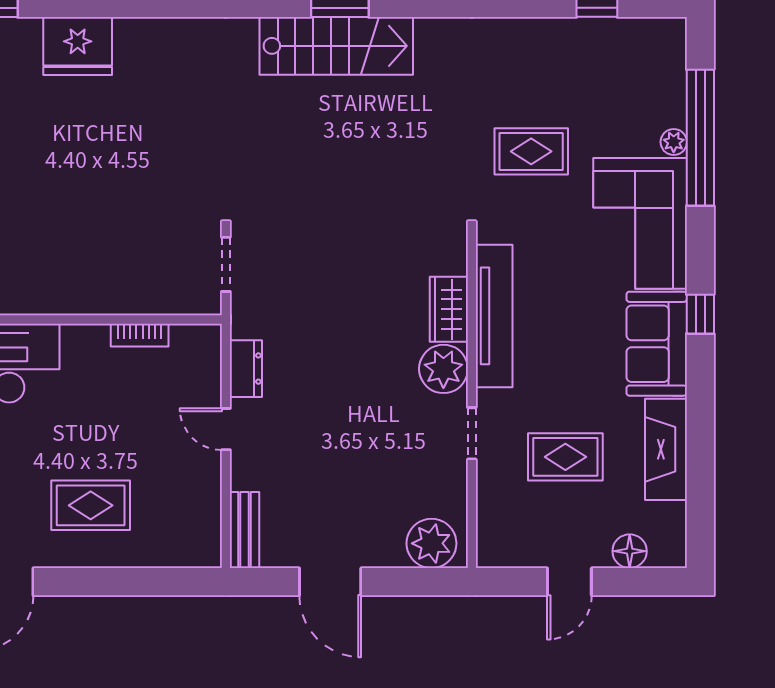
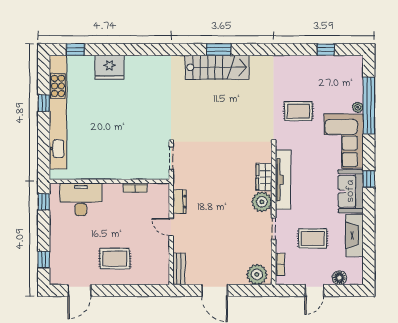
bookcase: (487, 519) -> (280, 264), added

